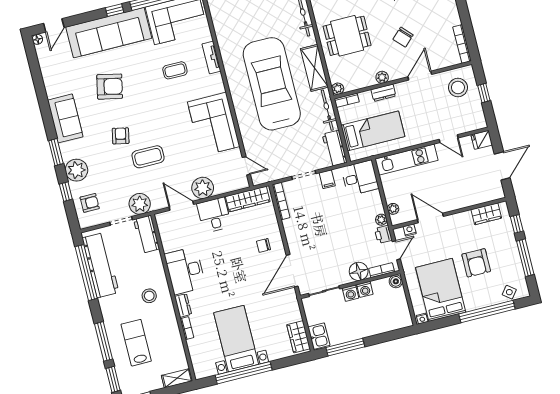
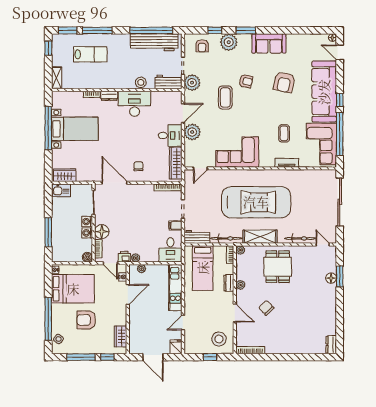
stool: (149, 296) -> (141, 82), moved
window: (345, 347) -> (48, 232), moved

